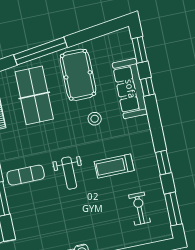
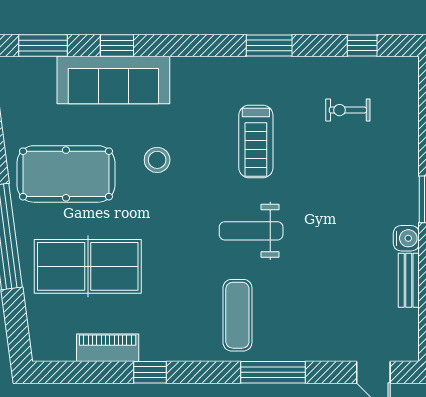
weight bench: (69, 173) -> (251, 231), turned 180
exercise bike: (139, 209) -> (348, 110), width x0.73, depth x0.72
window: (173, 209) -> (362, 45), width x0.46

